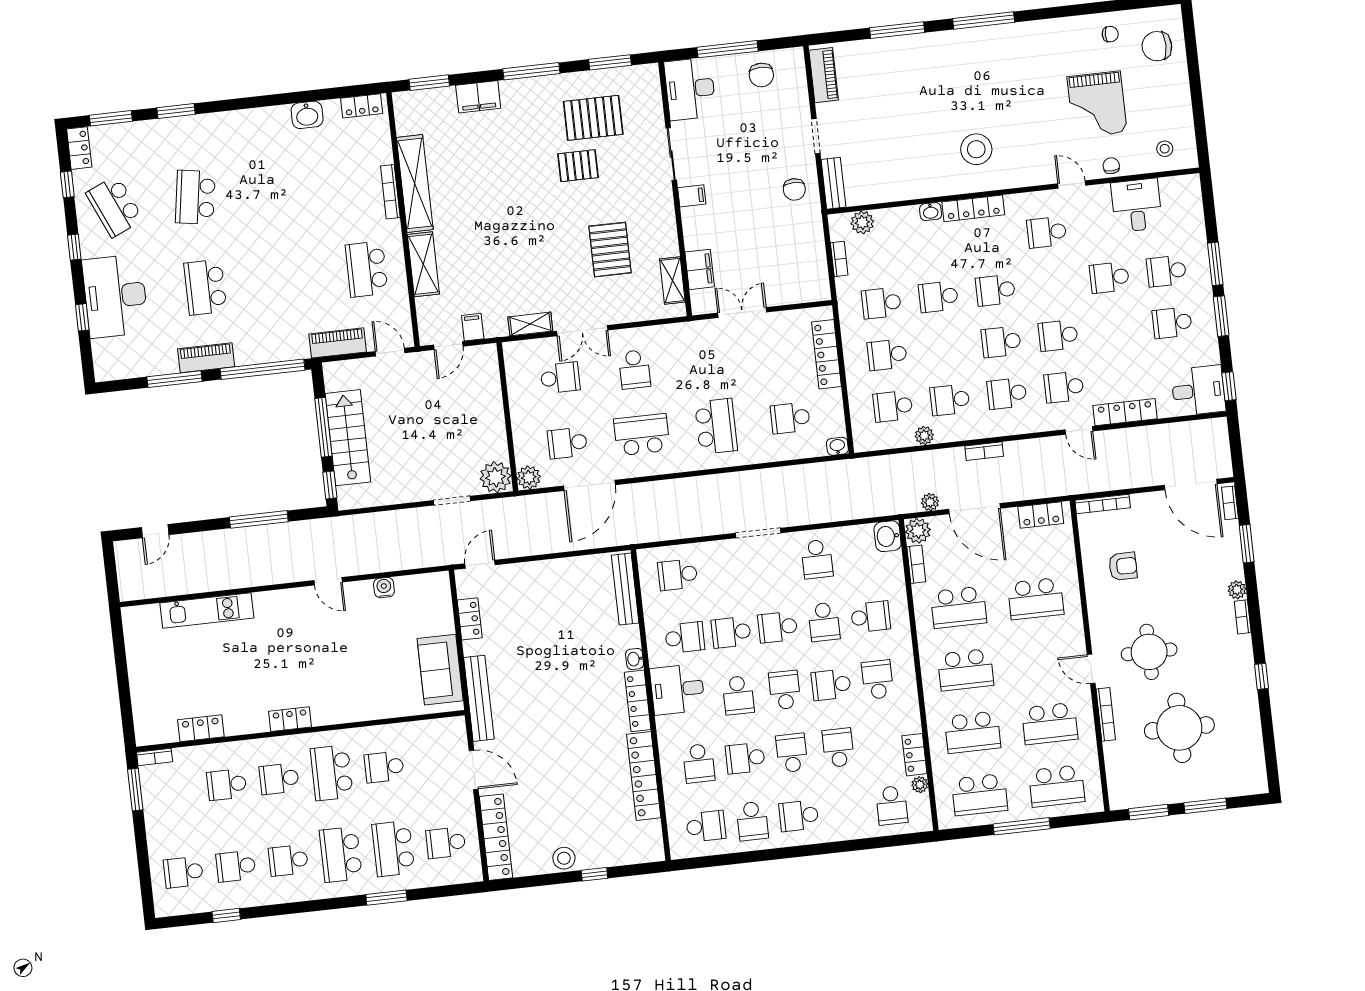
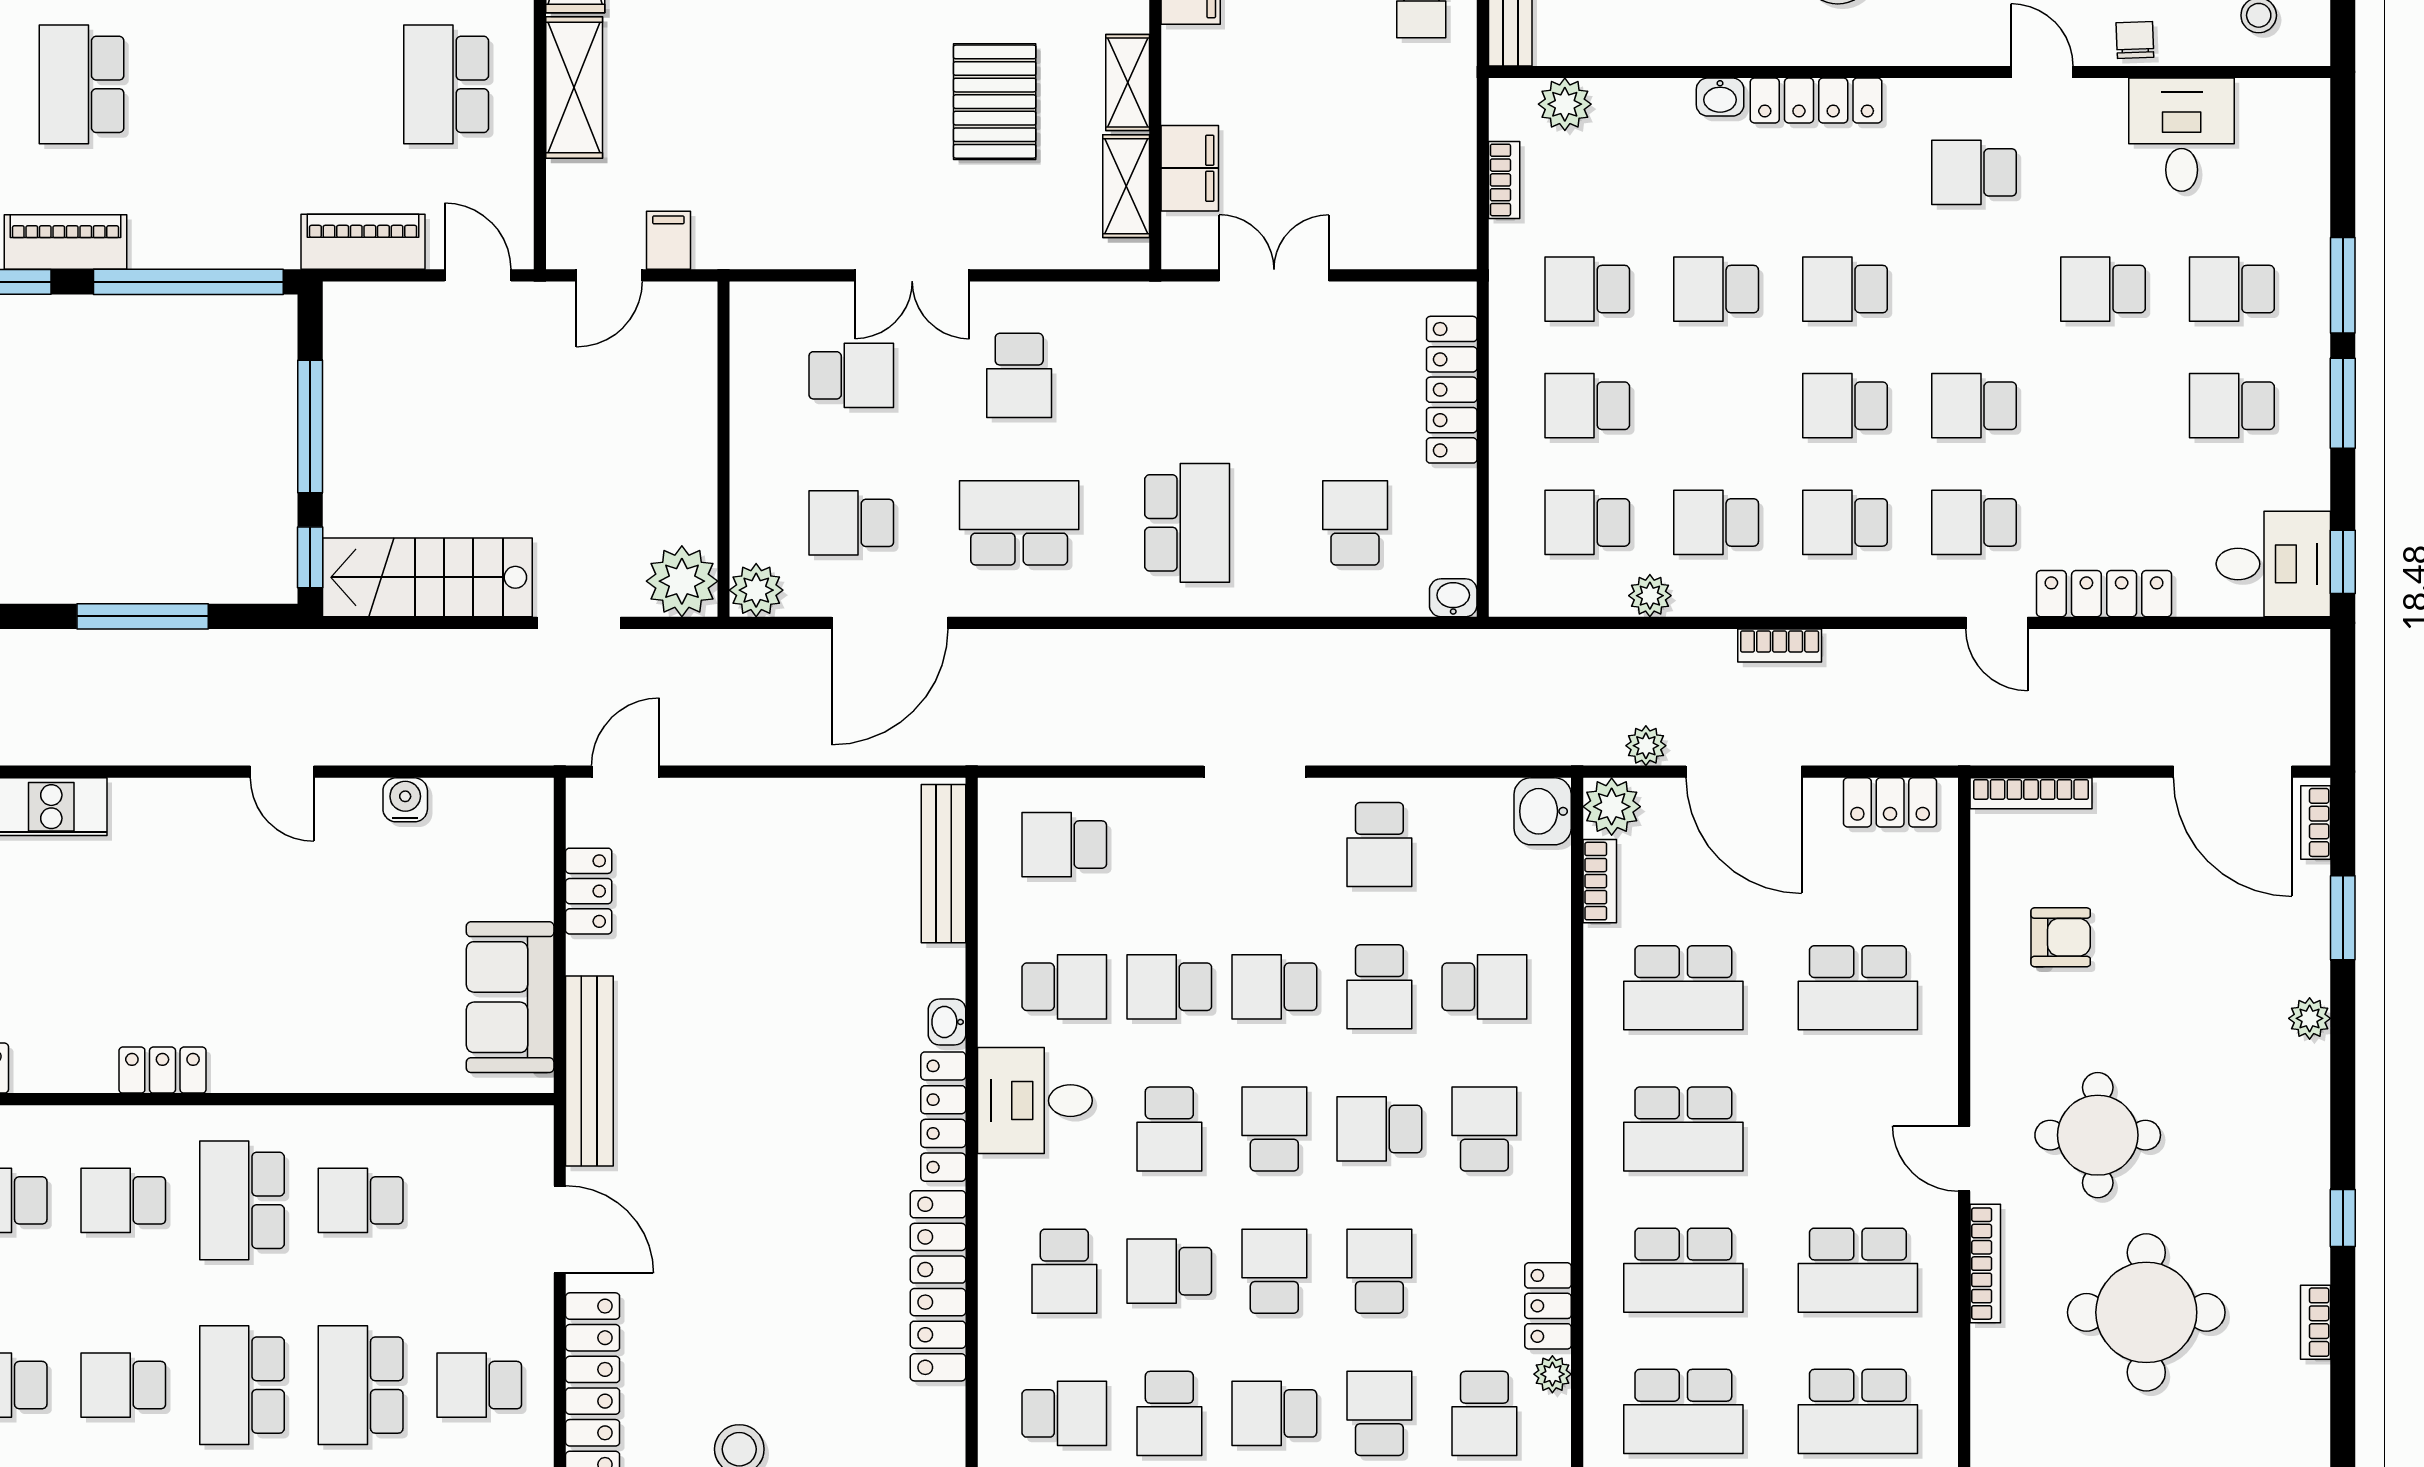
shelving: (530, 324) -> (1128, 82), moved, turned 90
school desk: (790, 418) -> (1355, 523), turned 90
stairs: (348, 438) -> (427, 577), moved, turned -90
bookcase: (1243, 617) -> (2315, 1322), moved
school desk: (845, 811) -> (1379, 1413), added

